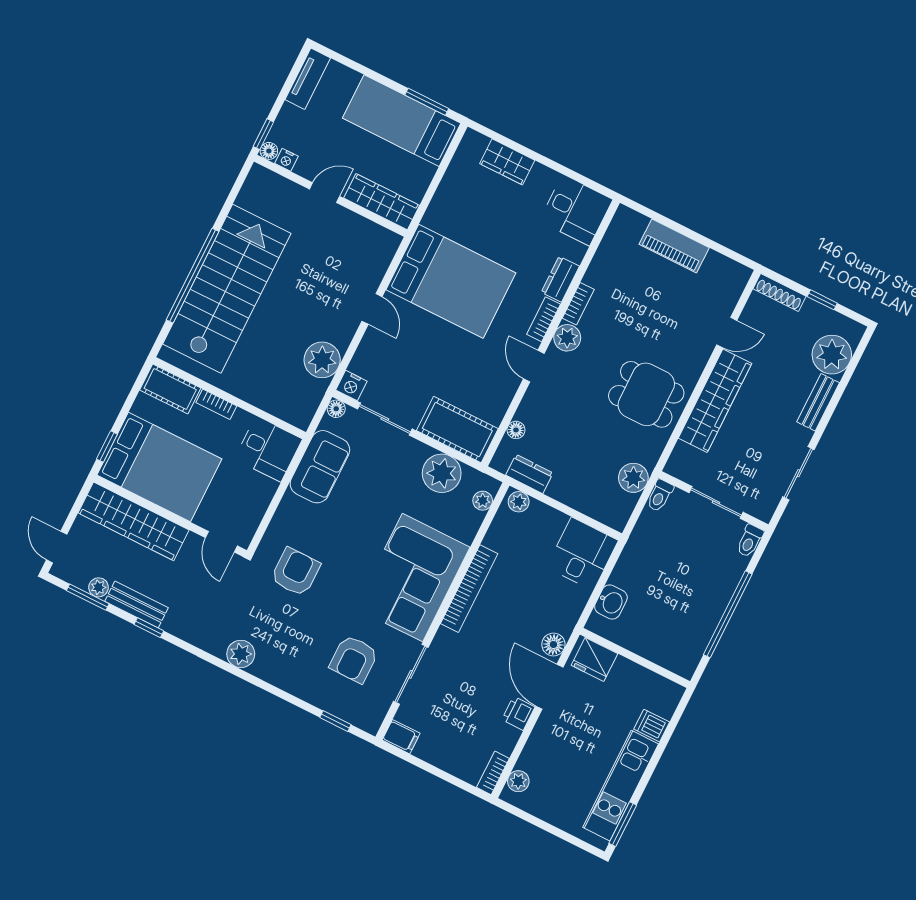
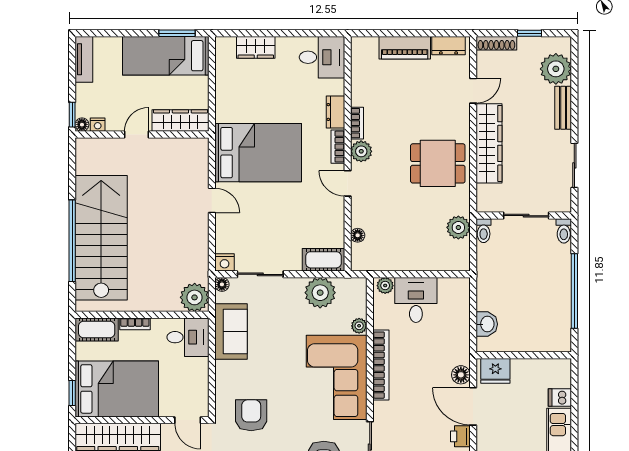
plant: (322, 360) -> (195, 297), moved
cot: (457, 430) -> (323, 260), width x0.73, depth x0.75
dresser: (529, 474) -> (448, 46), moved, turned 180
plant: (483, 501) -> (359, 326), moved
desk: (582, 554) -> (416, 300), moved

